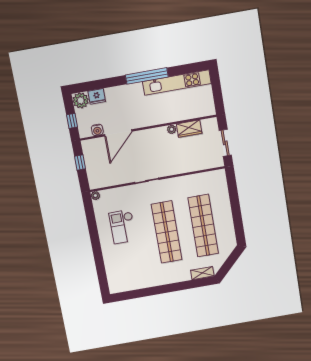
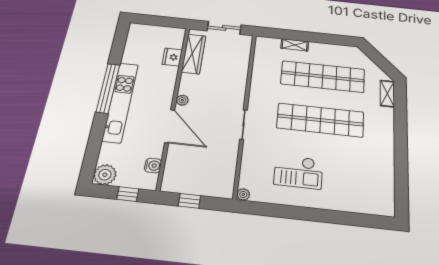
kitchen unit: (177, 83) -> (120, 102), moved
fridge: (97, 96) -> (172, 57), moved, turned 180
plant: (172, 129) -> (182, 100), moved
wardrobe: (189, 129) -> (194, 54), width x1.50
door: (118, 133) -> (170, 126), moved
shelving: (225, 199) -> (295, 45), added

